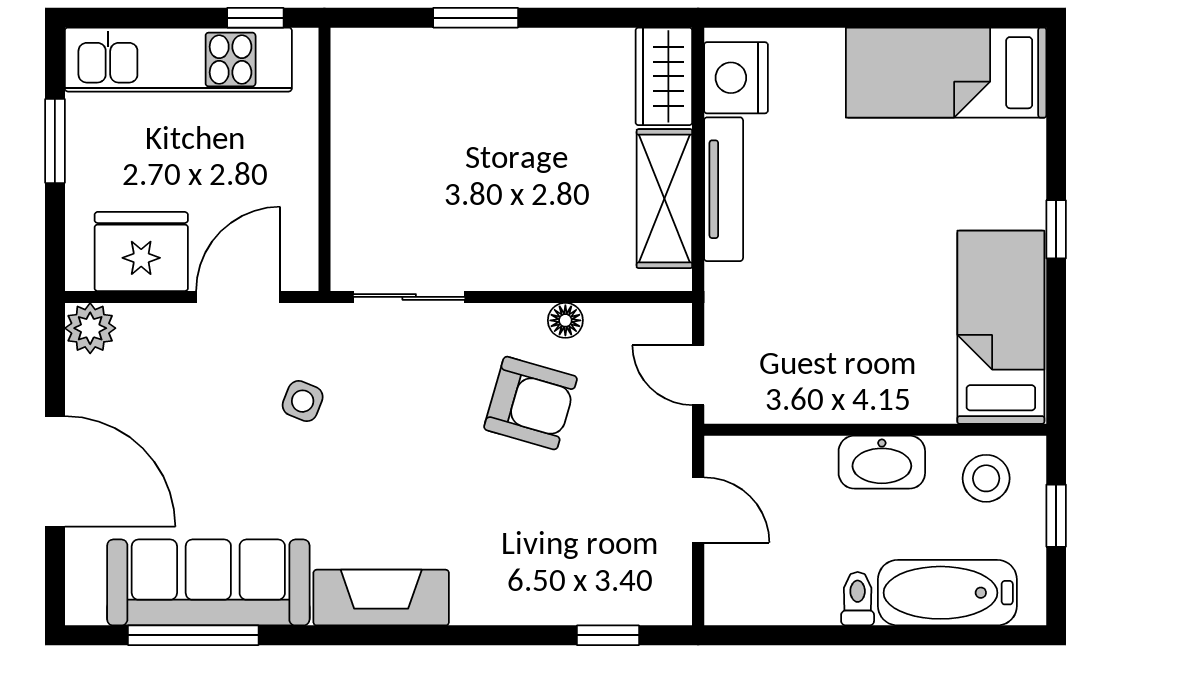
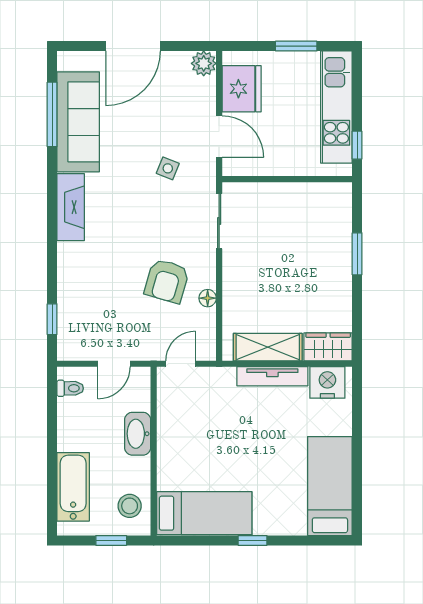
washbasin: (882, 462) -> (138, 434), moved
toilet: (858, 599) -> (70, 388), moved

